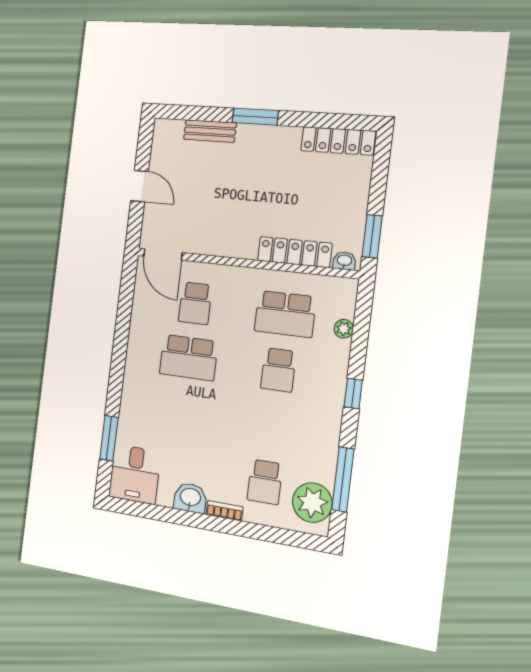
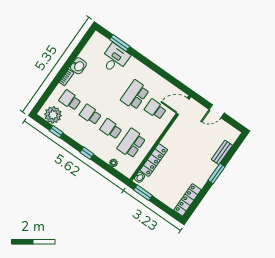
school desk: (272, 426) -> (90, 115), added
desk: (135, 474) -> (115, 59), moved, turned 90
window: (343, 479) -> (56, 132), width x0.46

